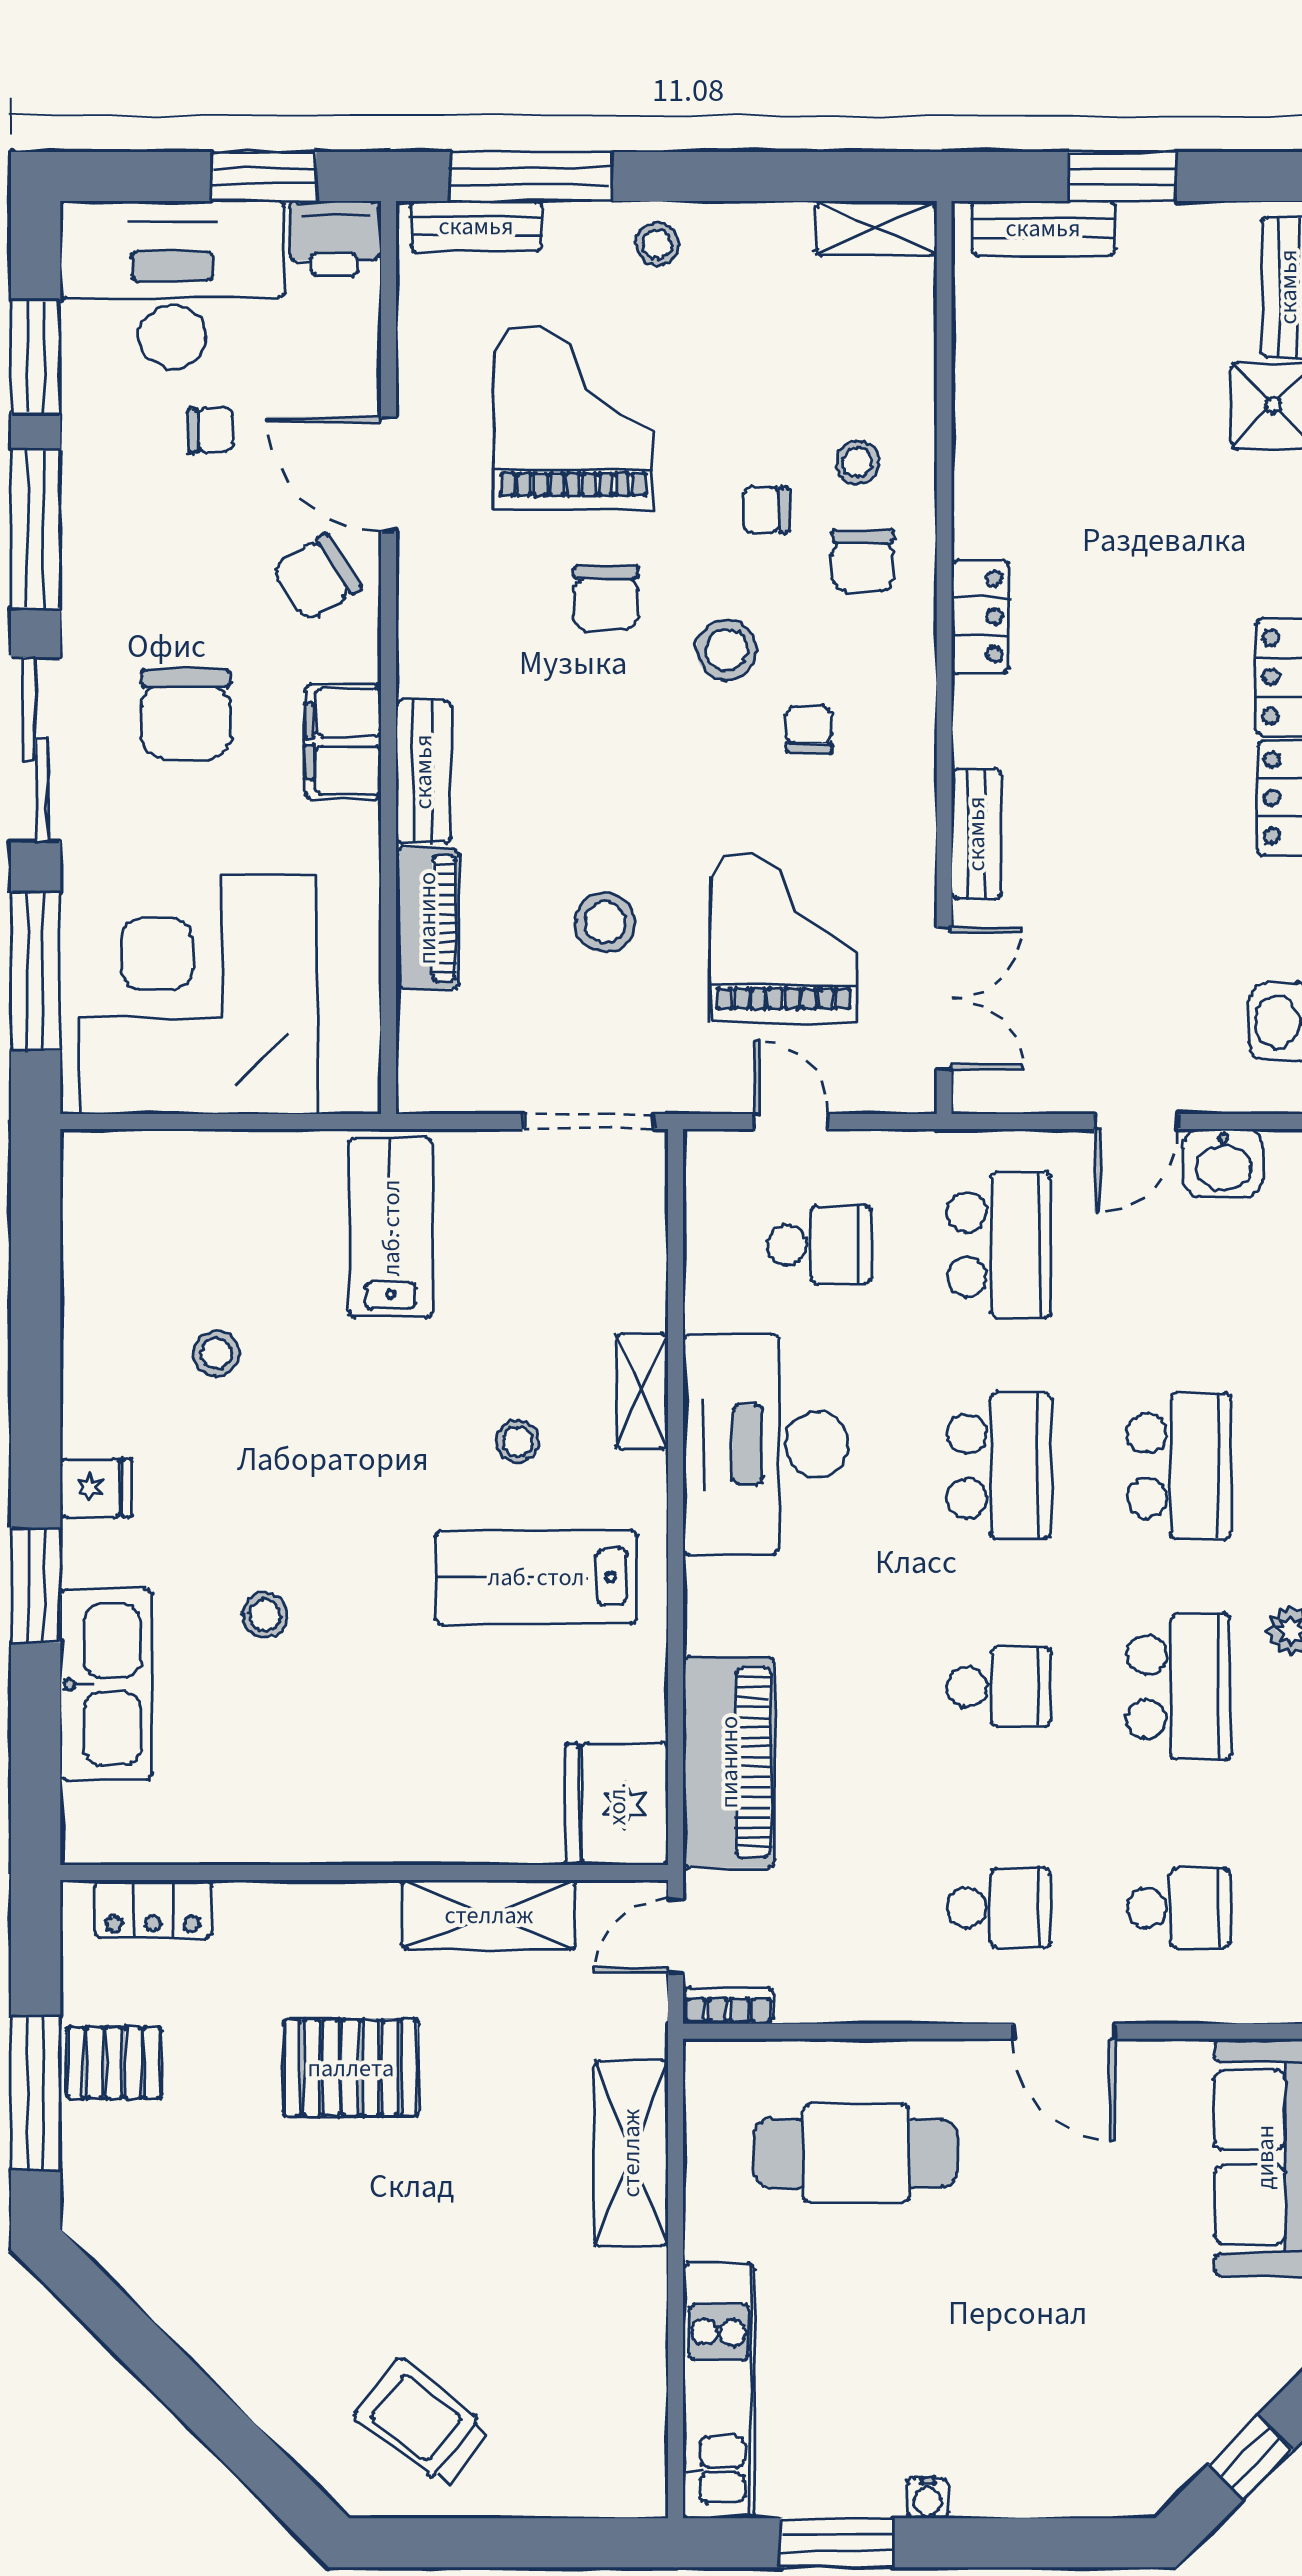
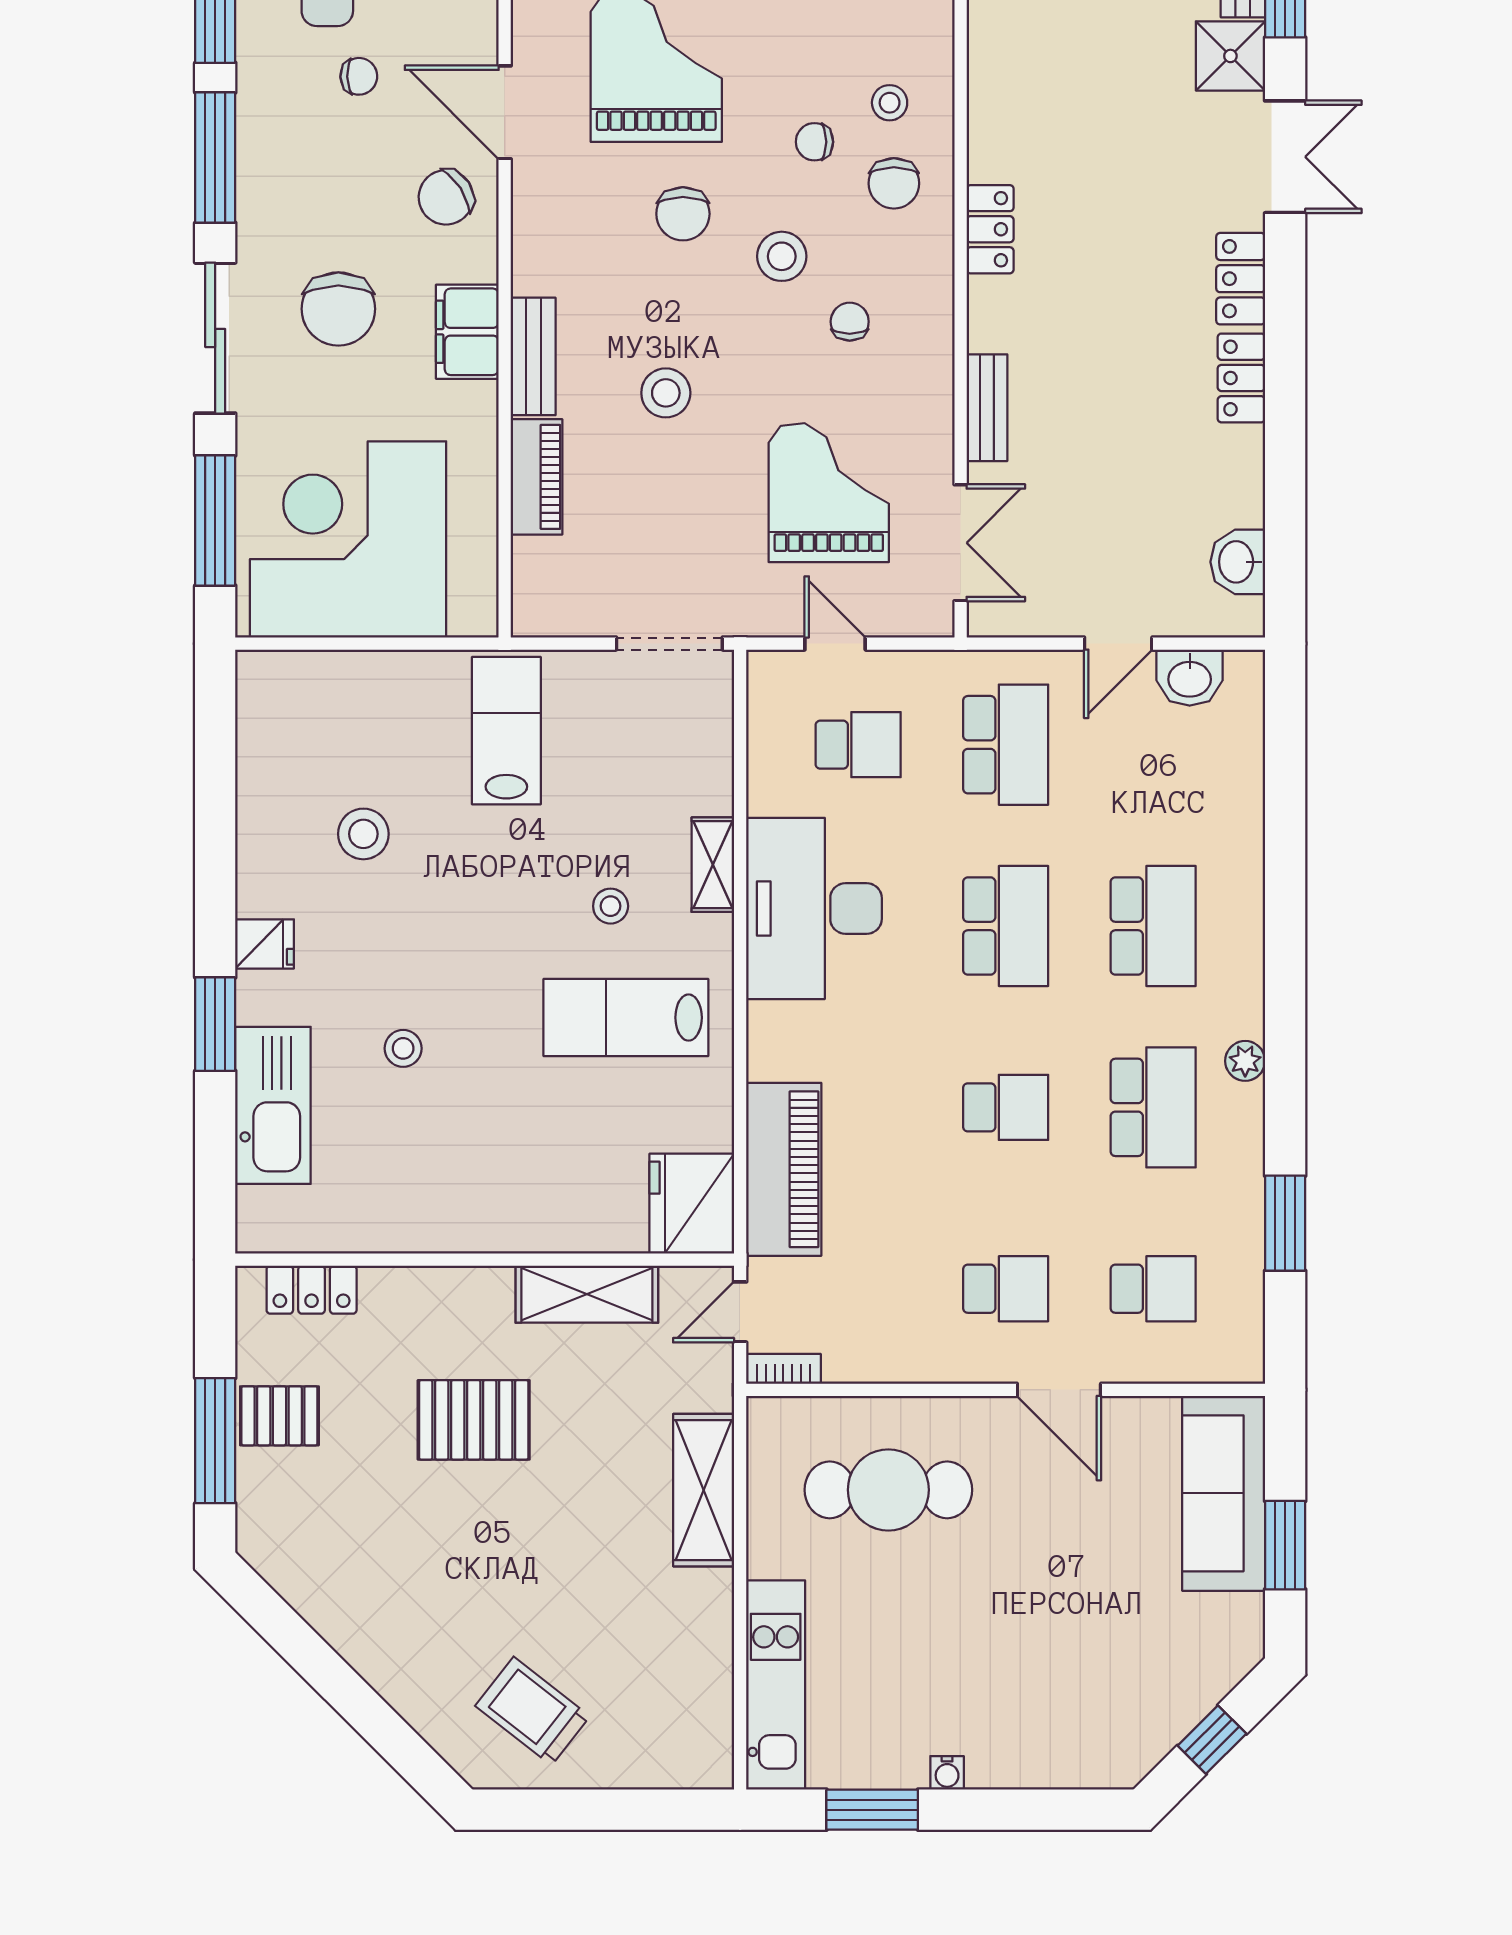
stool: (605, 923) -> (666, 393), moved
stool: (216, 1354) -> (363, 834), width x1.37, depth x1.37

